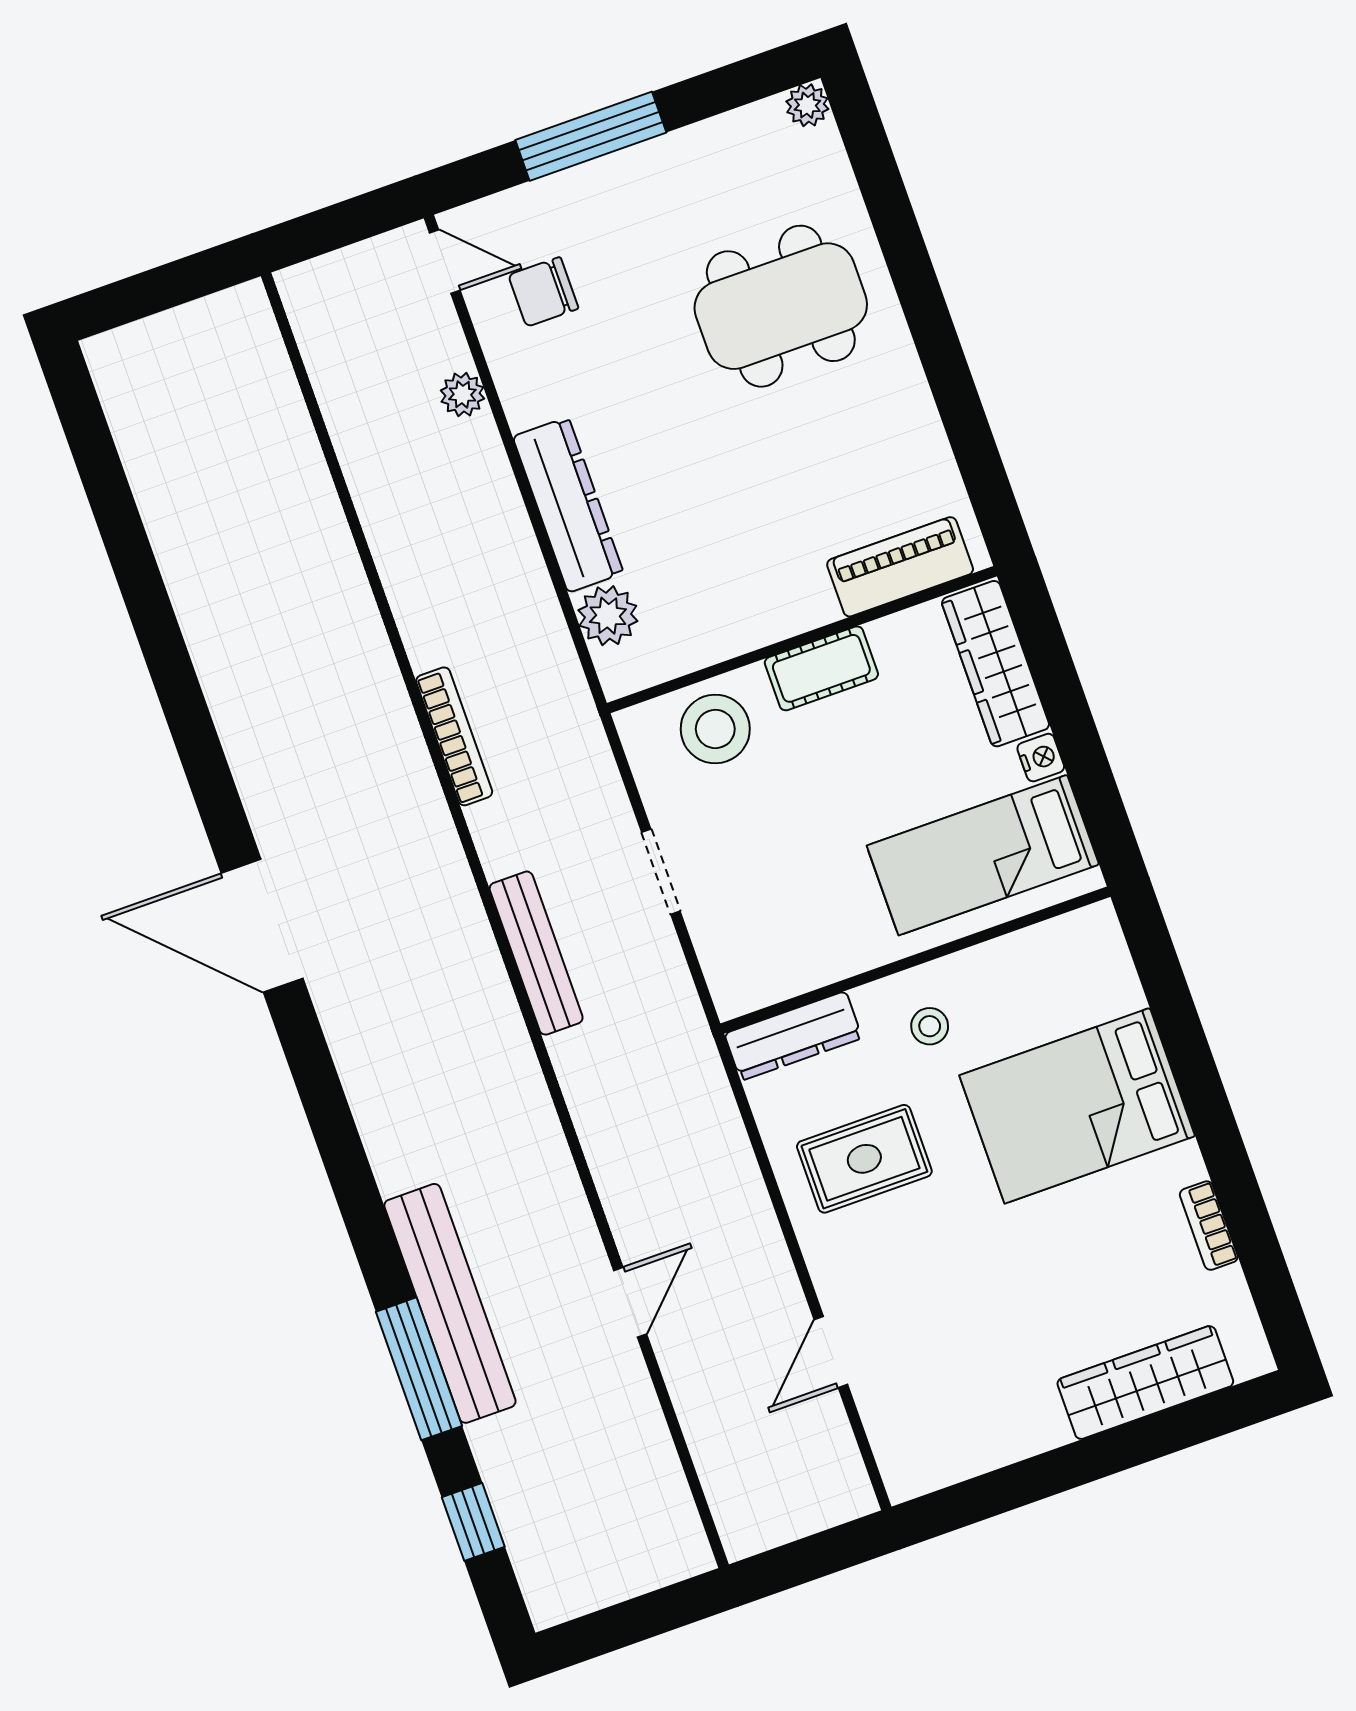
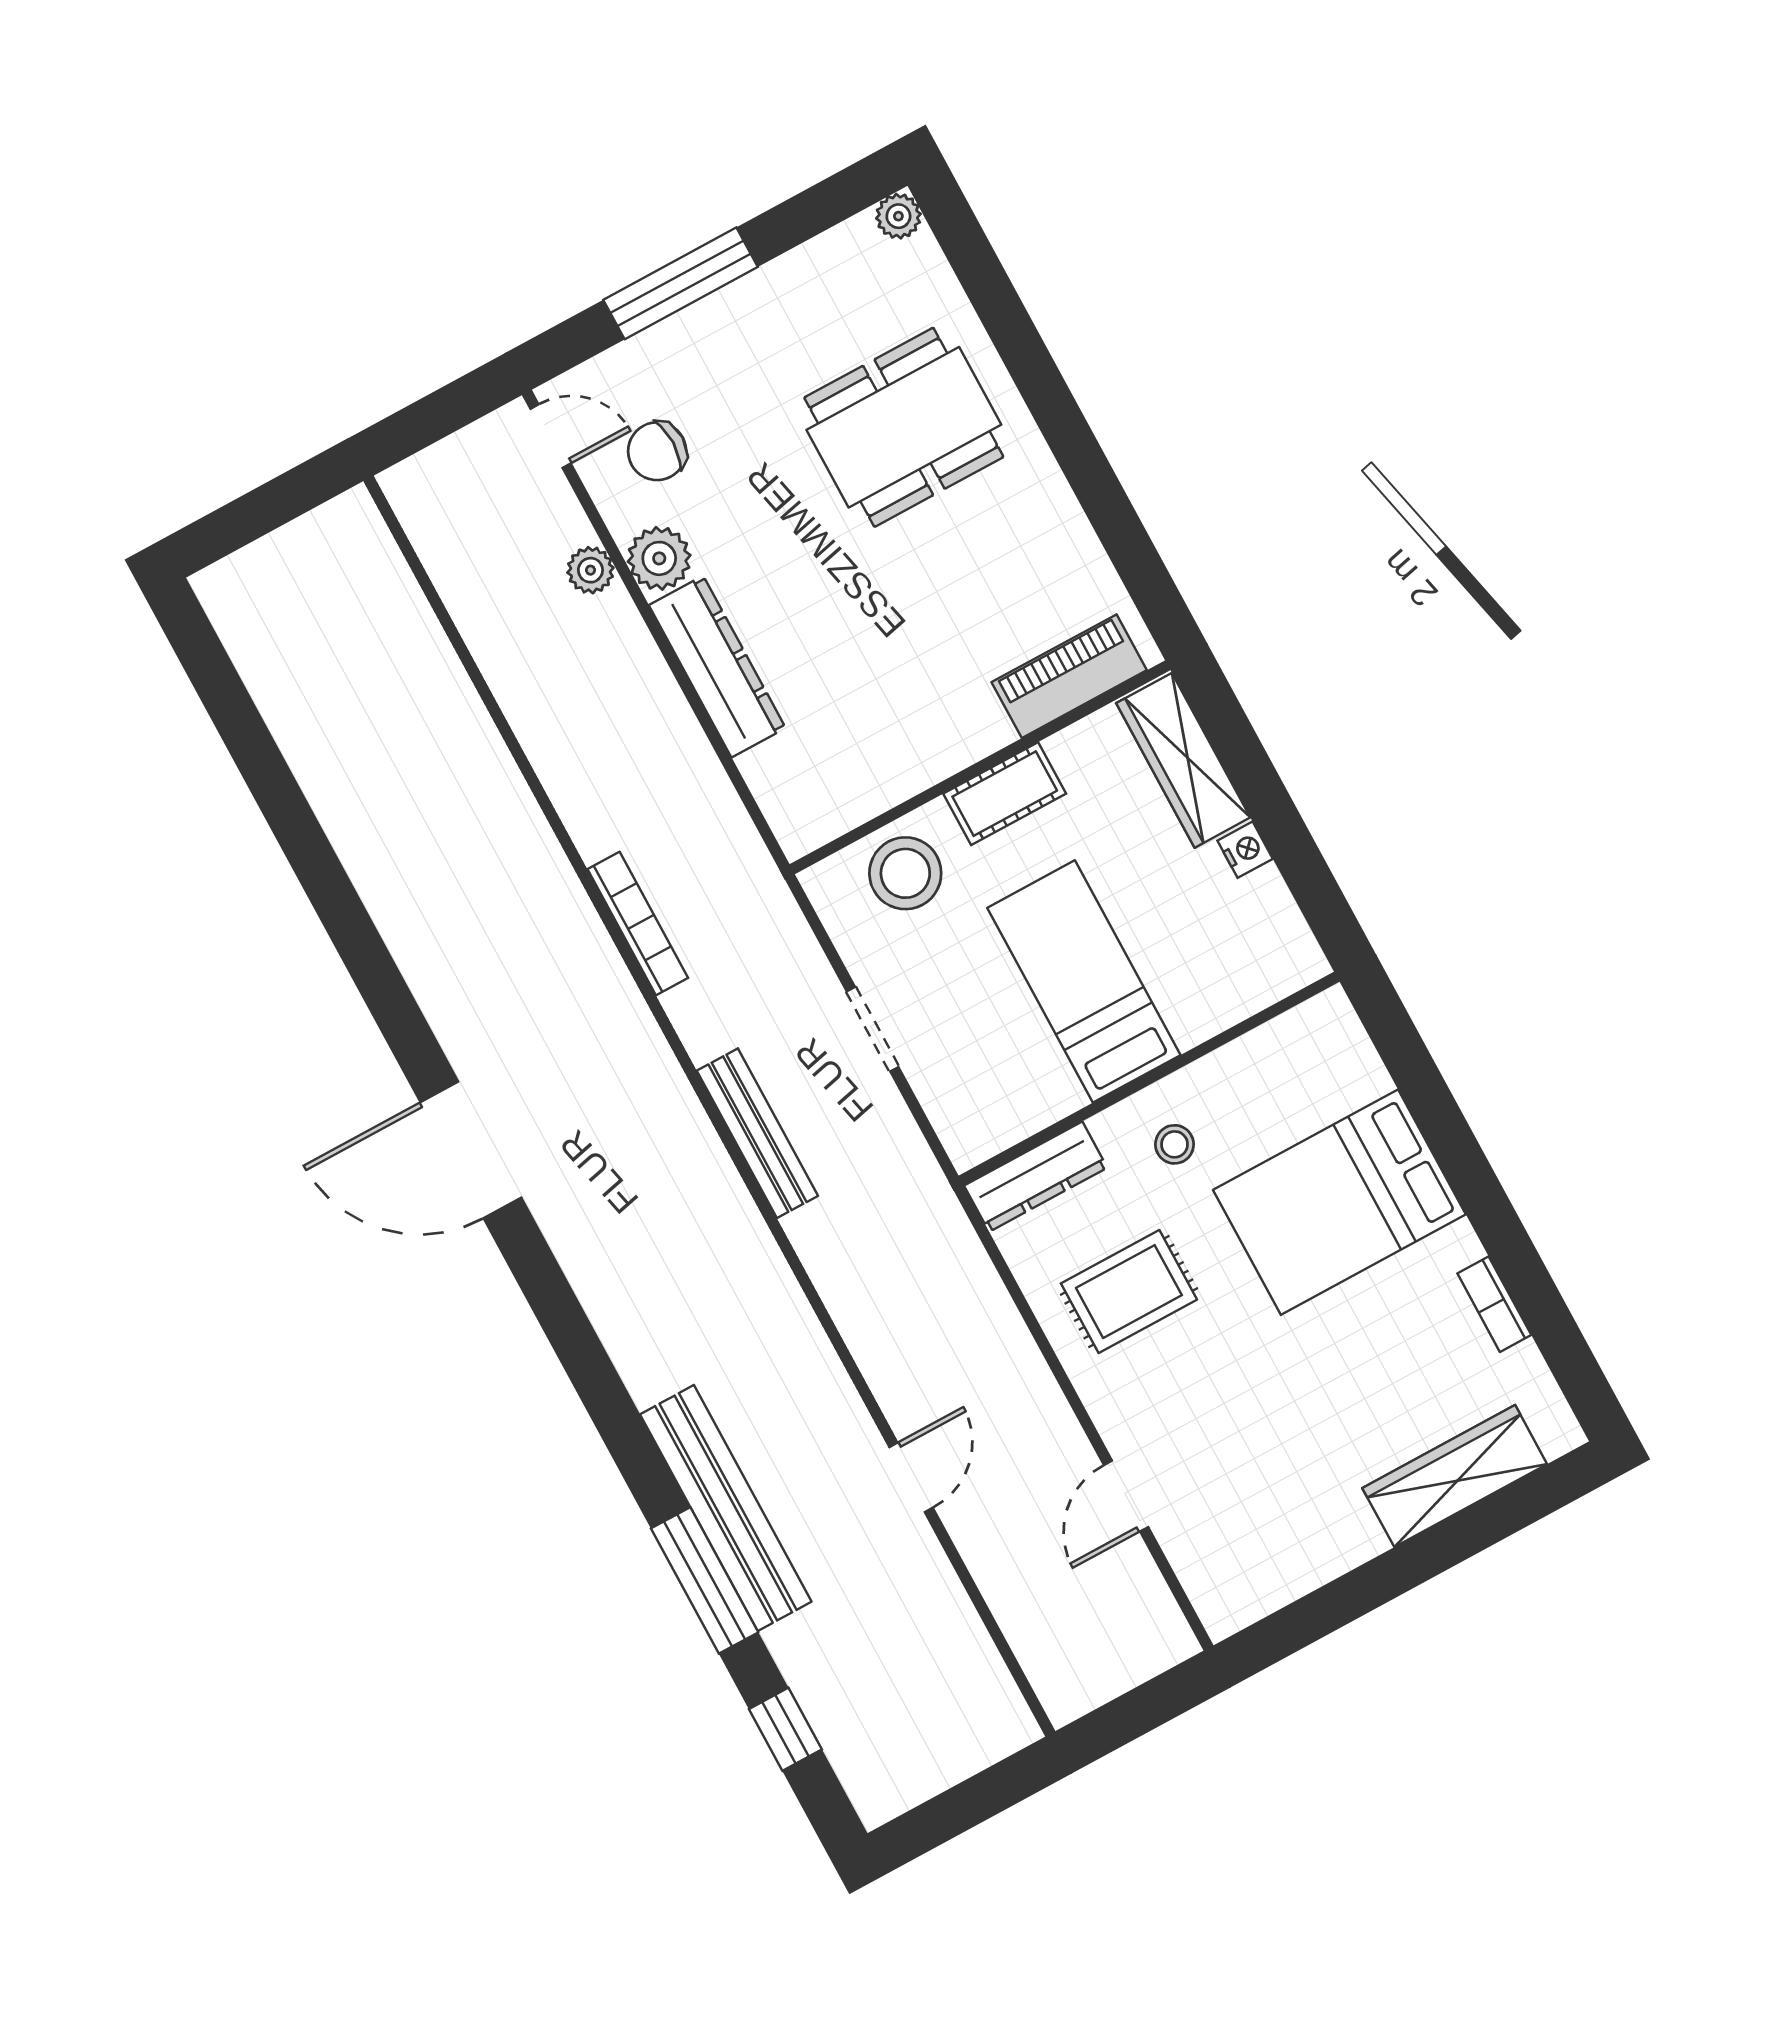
plant: (608, 616) -> (659, 558), moved
bed: (983, 855) -> (1084, 981), moved, turned 90

